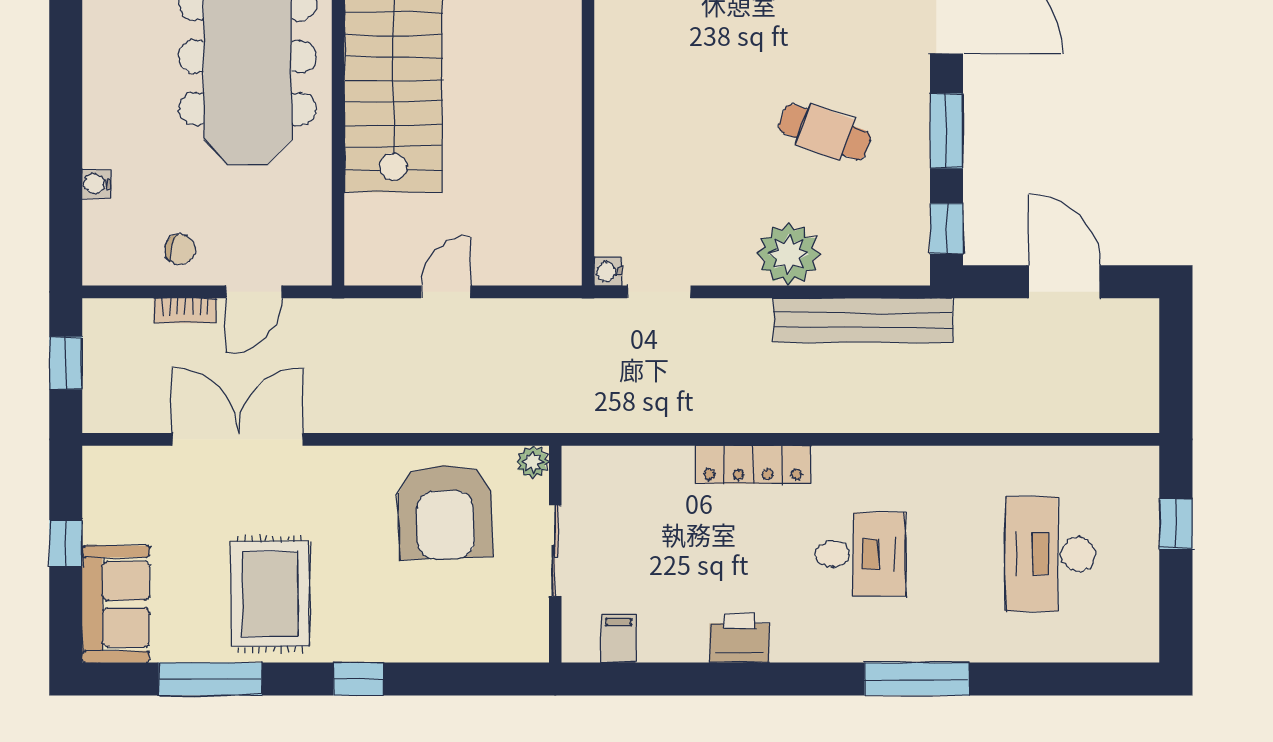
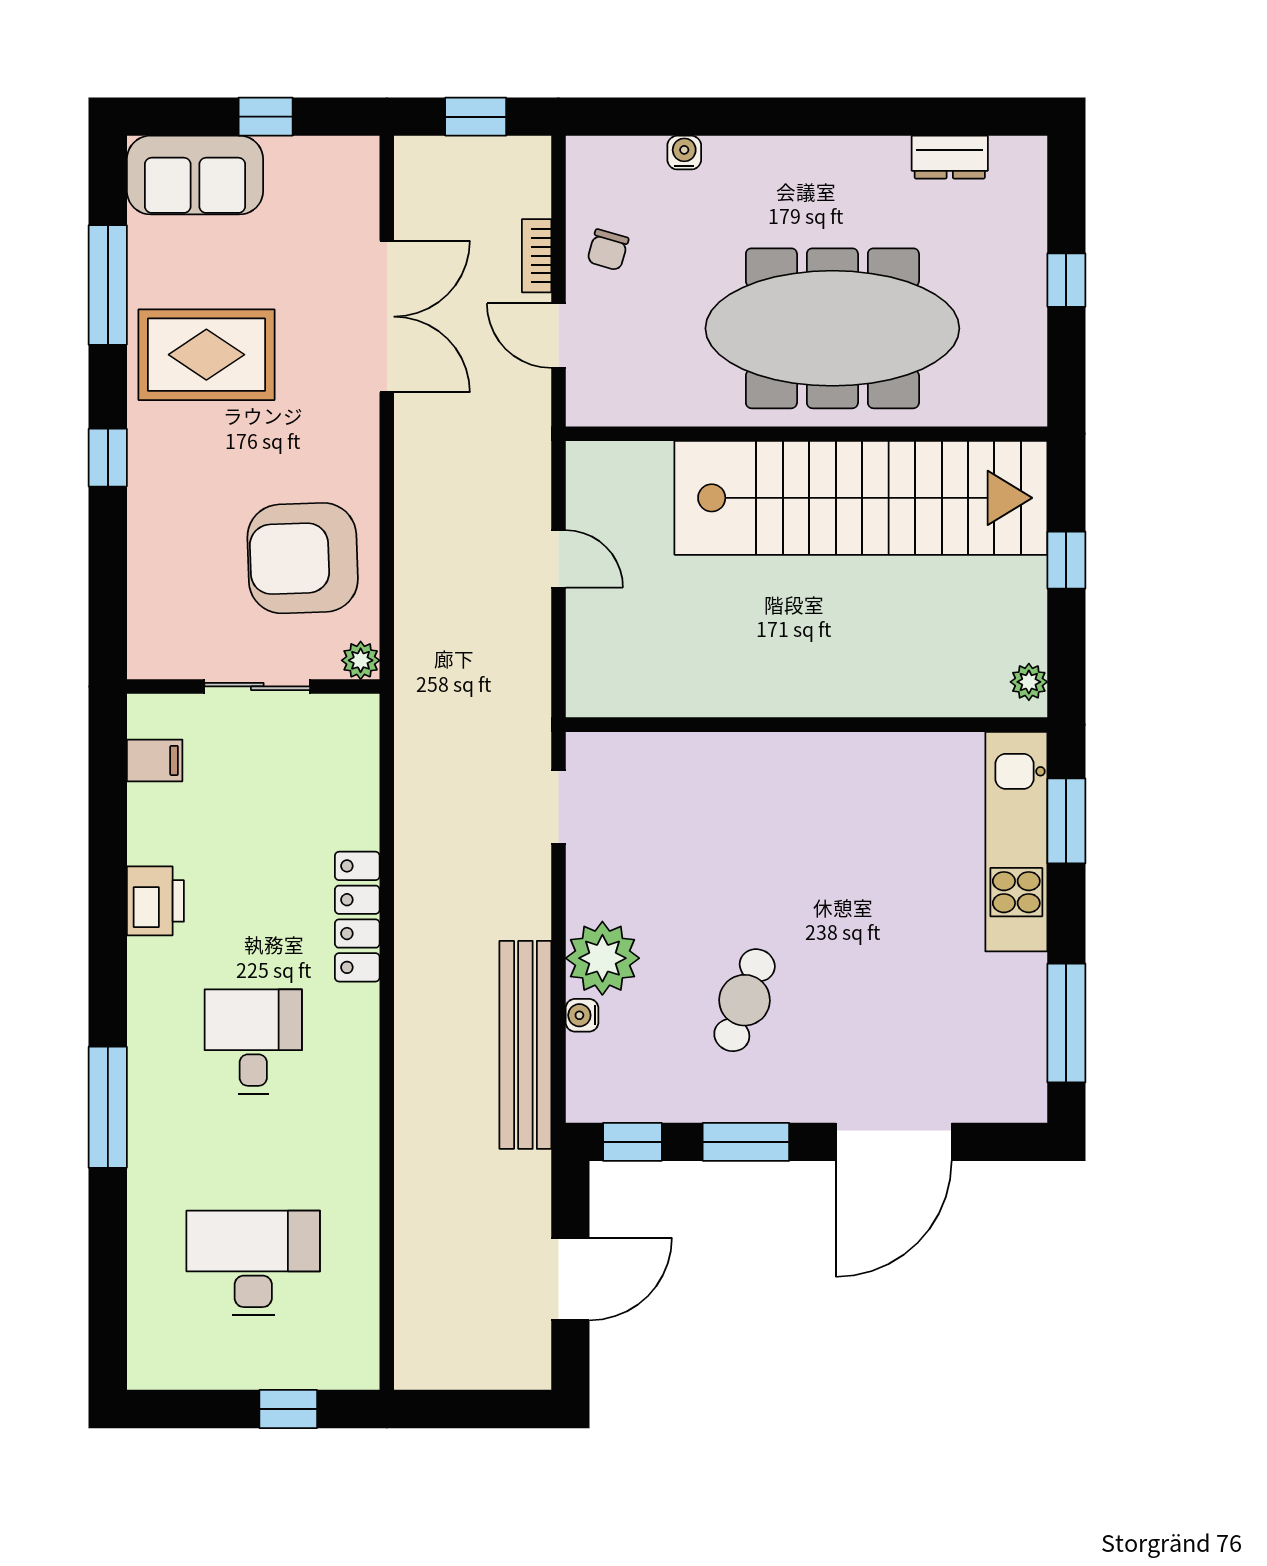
water cooler: (608, 272) -> (582, 1015), moved, turned -90
desk: (860, 554) -> (253, 1042), turned 180

